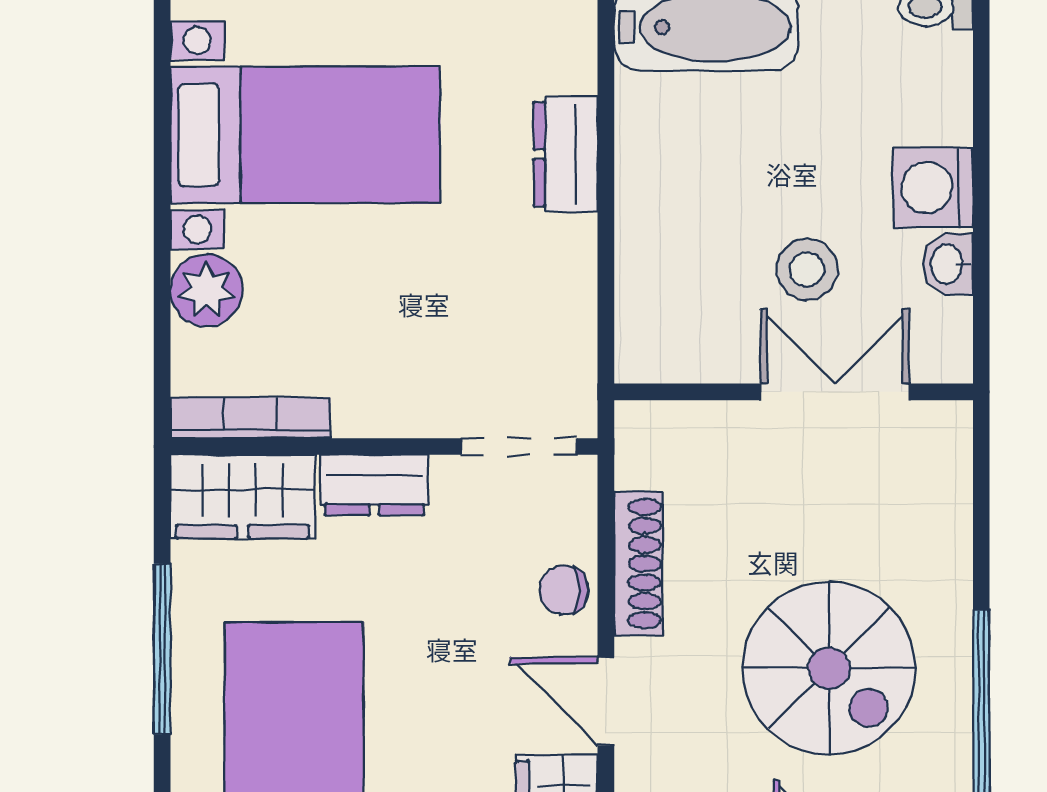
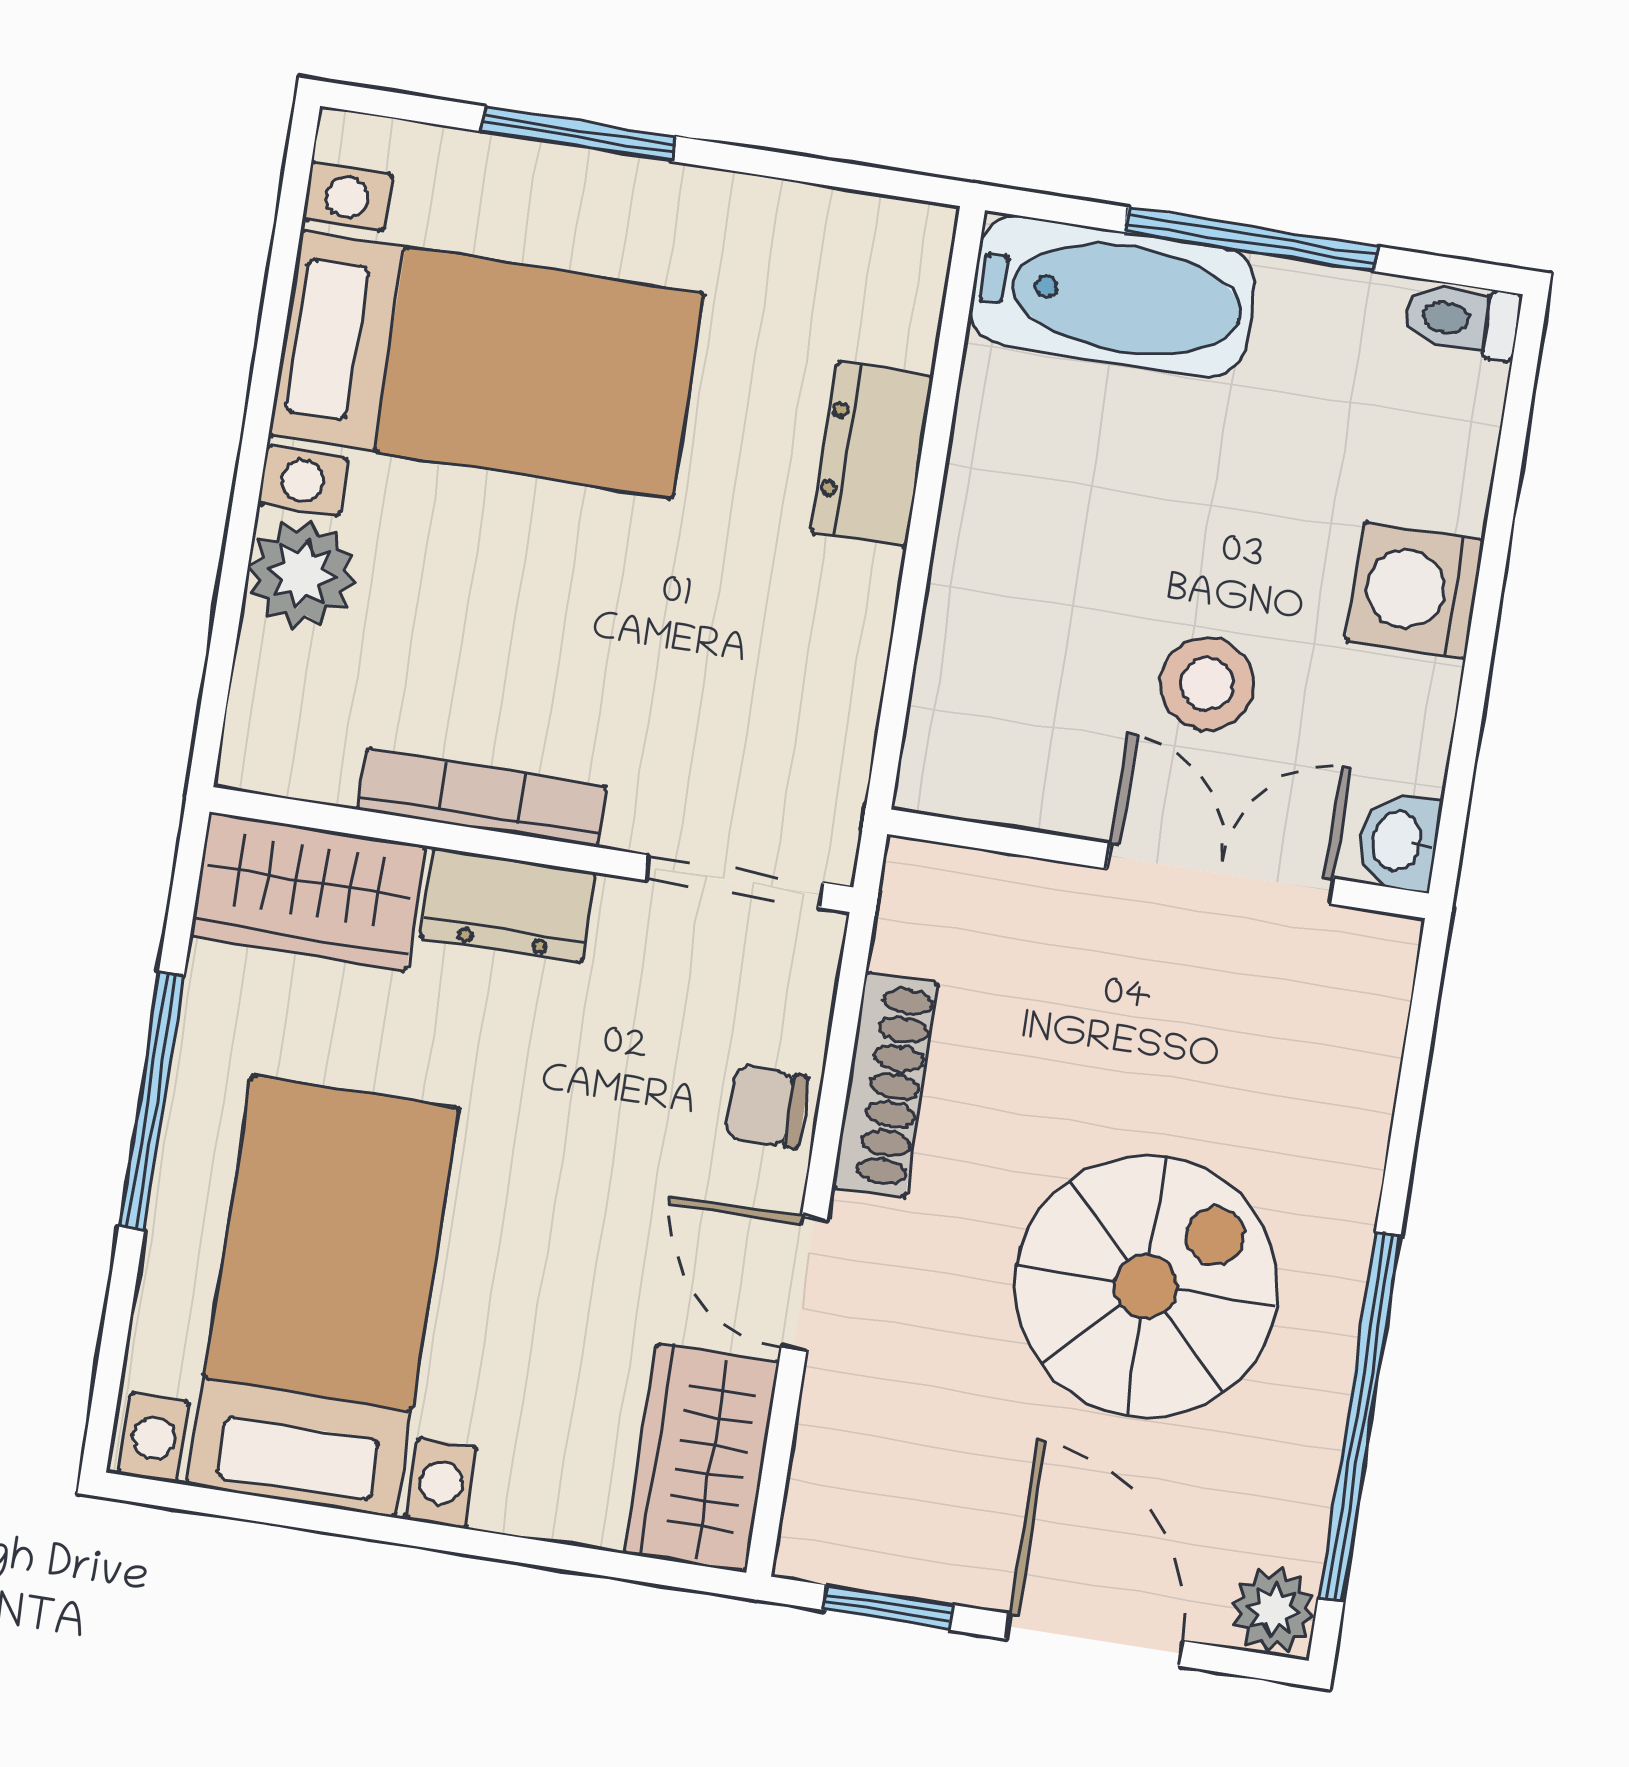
washbasin: (948, 264) -> (1399, 842), moved
bookcase: (250, 418) -> (482, 798), moved
spiral stairs: (829, 668) -> (1146, 1286), turned -90

